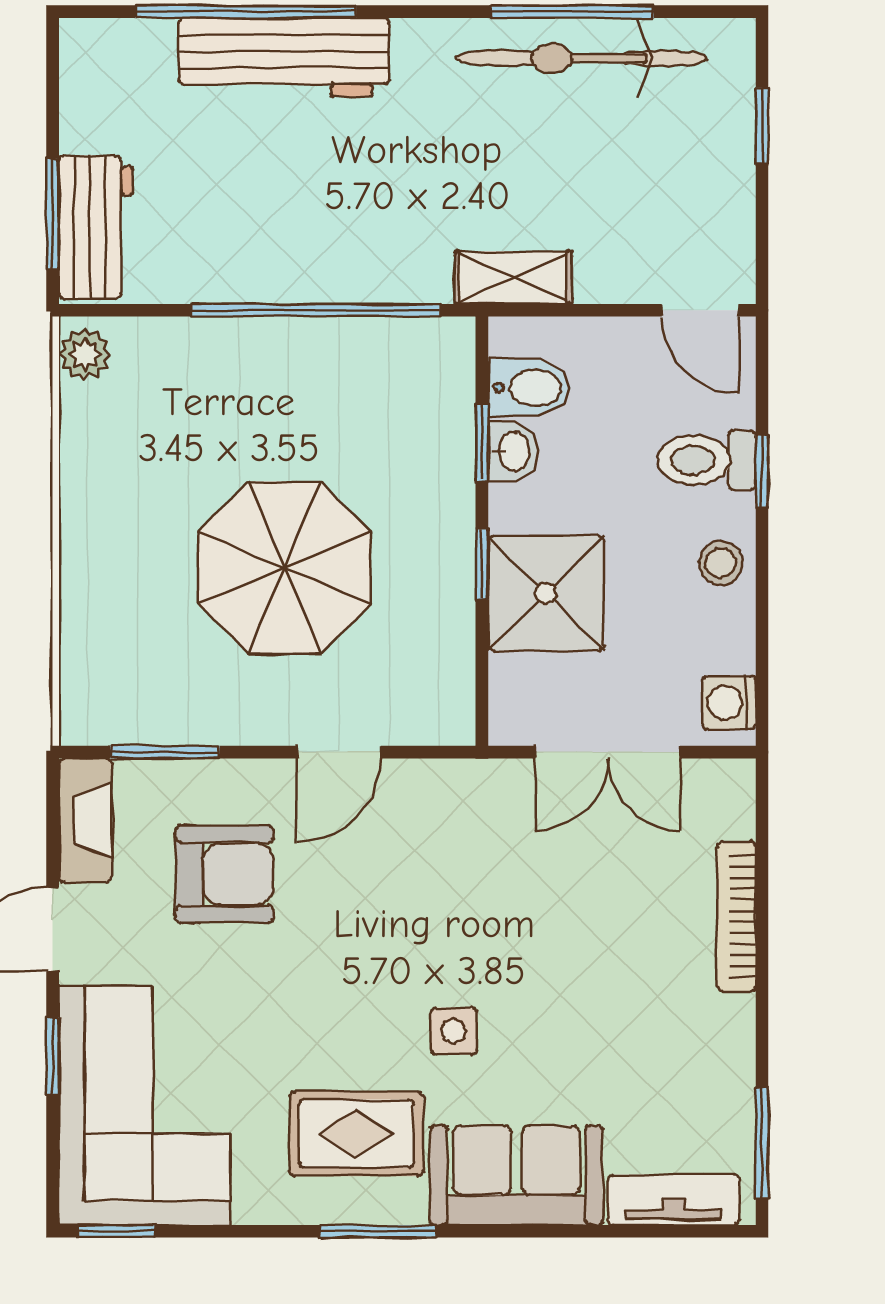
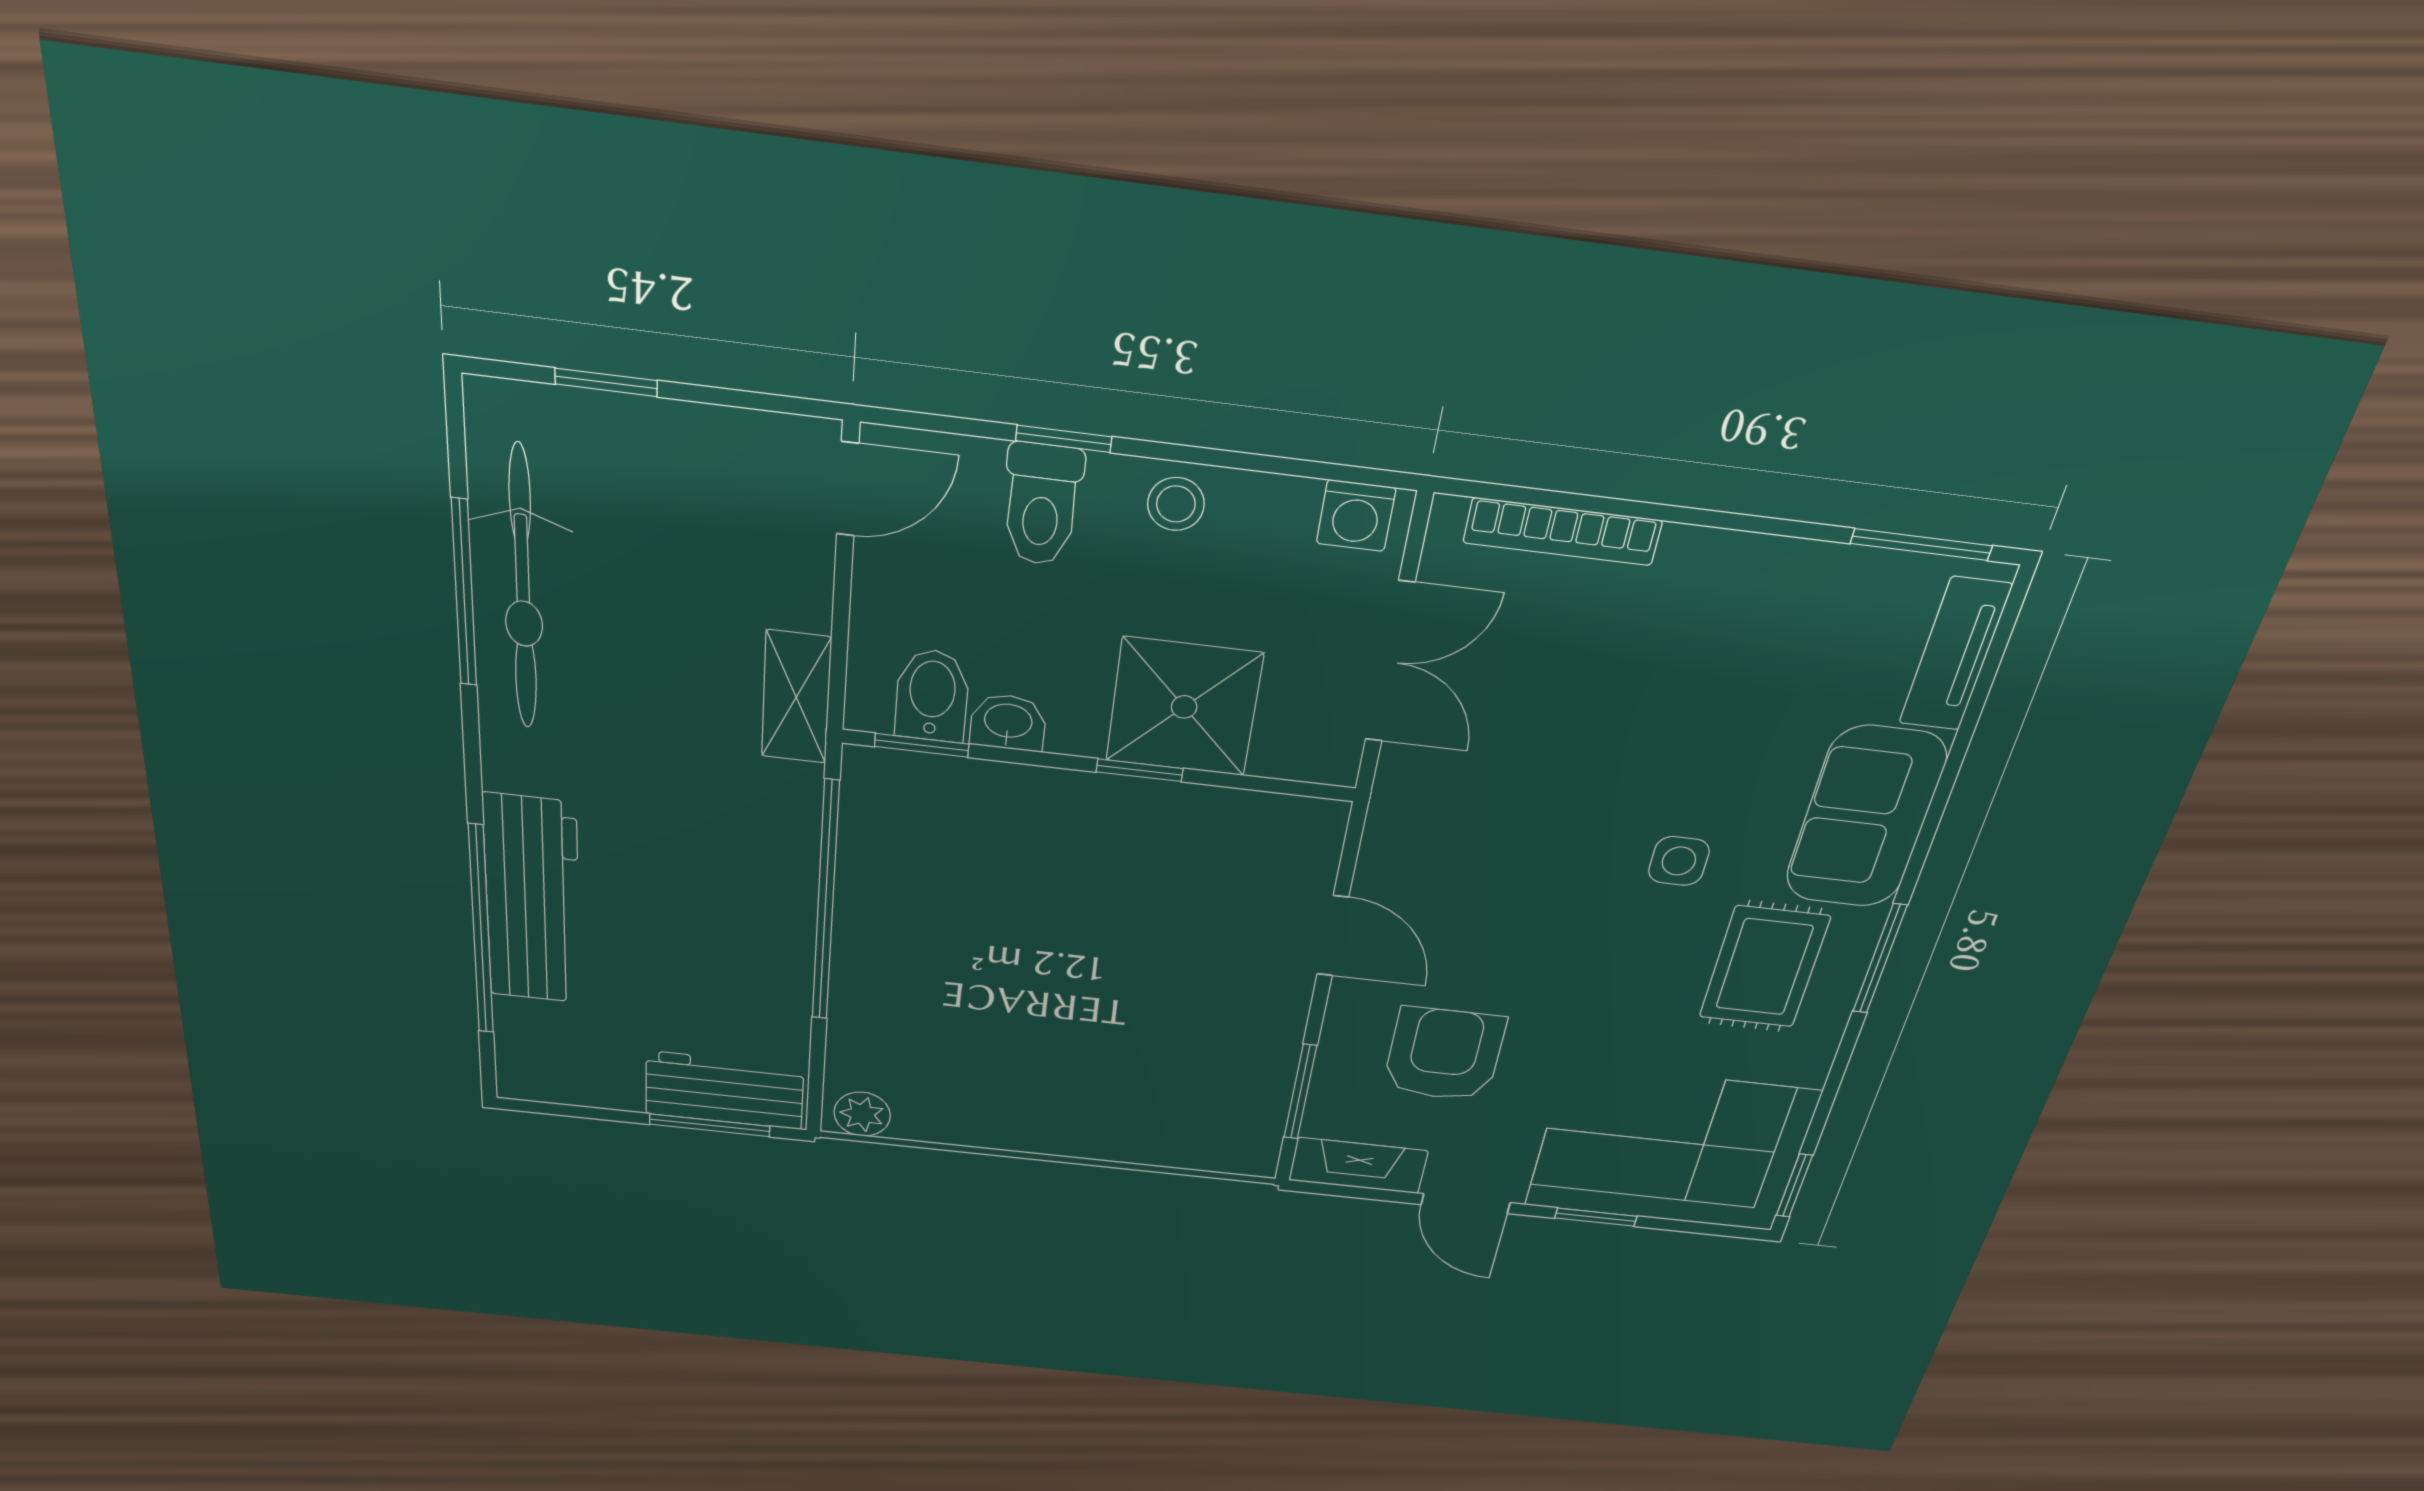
window: (482, 443) -> (922, 745), moved
parasol: (284, 568) -> (1116, 964), removed
bookcase: (737, 916) -> (1562, 532), moved

